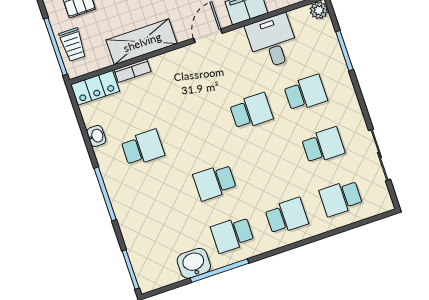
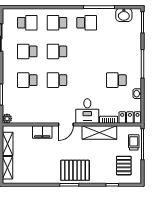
desk: (272, 41) -> (87, 111), moved
school desk: (215, 182) -> (57, 51), moved, turned 180
washbasin: (194, 263) -> (124, 15), moved

